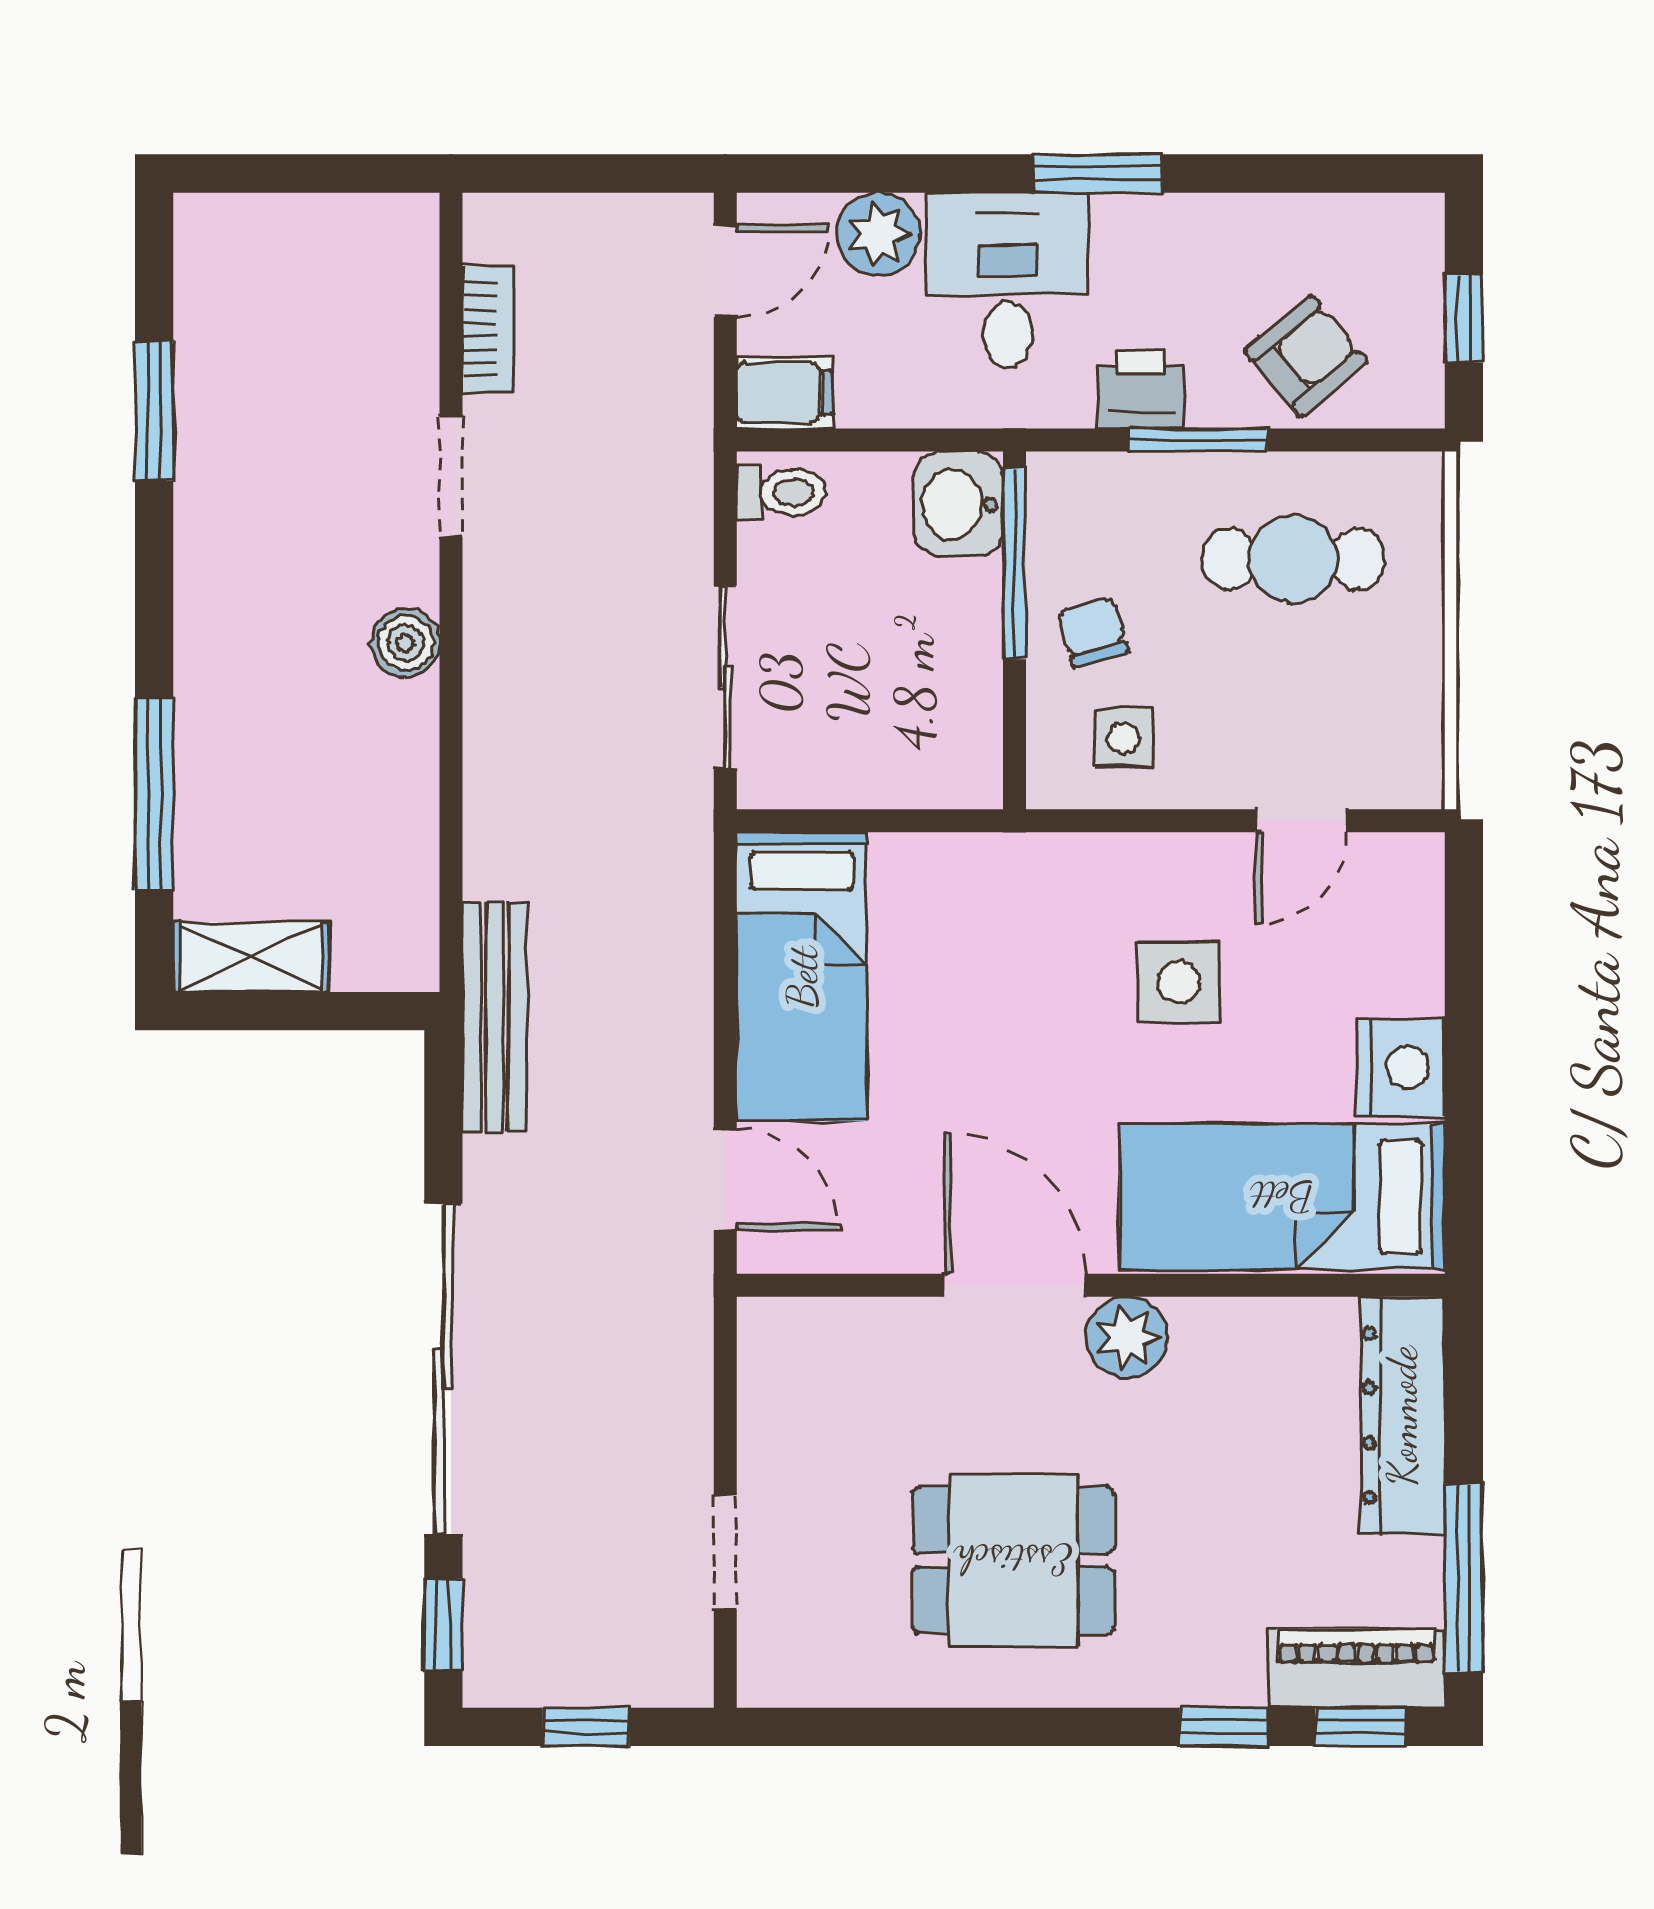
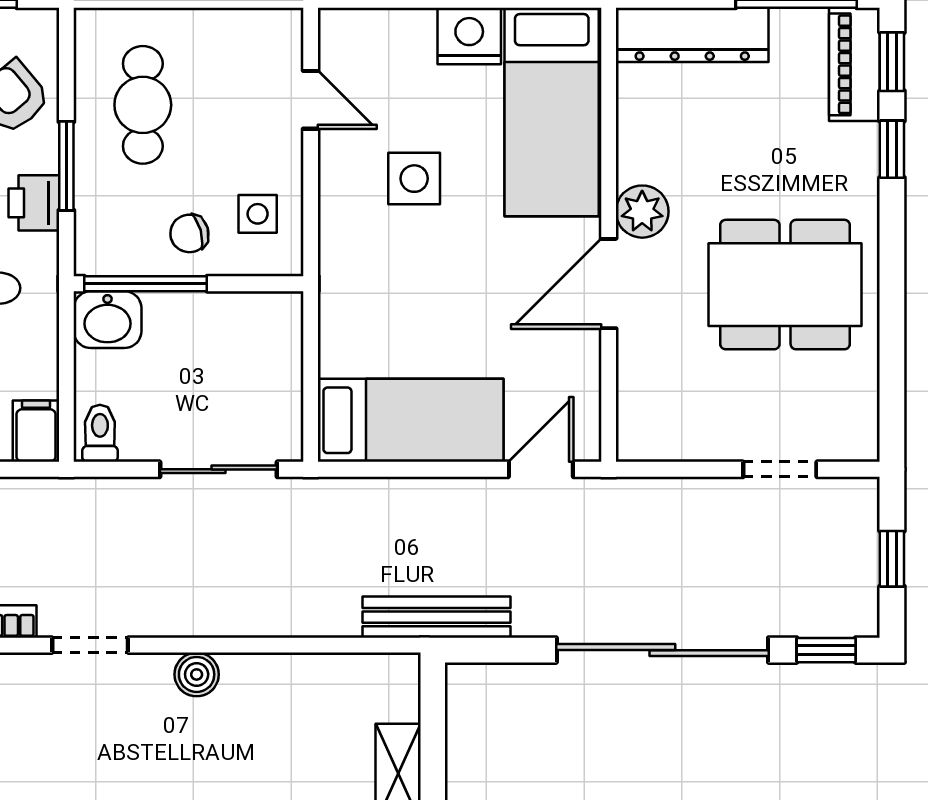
dining table: (1013, 1560) -> (785, 285), width x1.38

